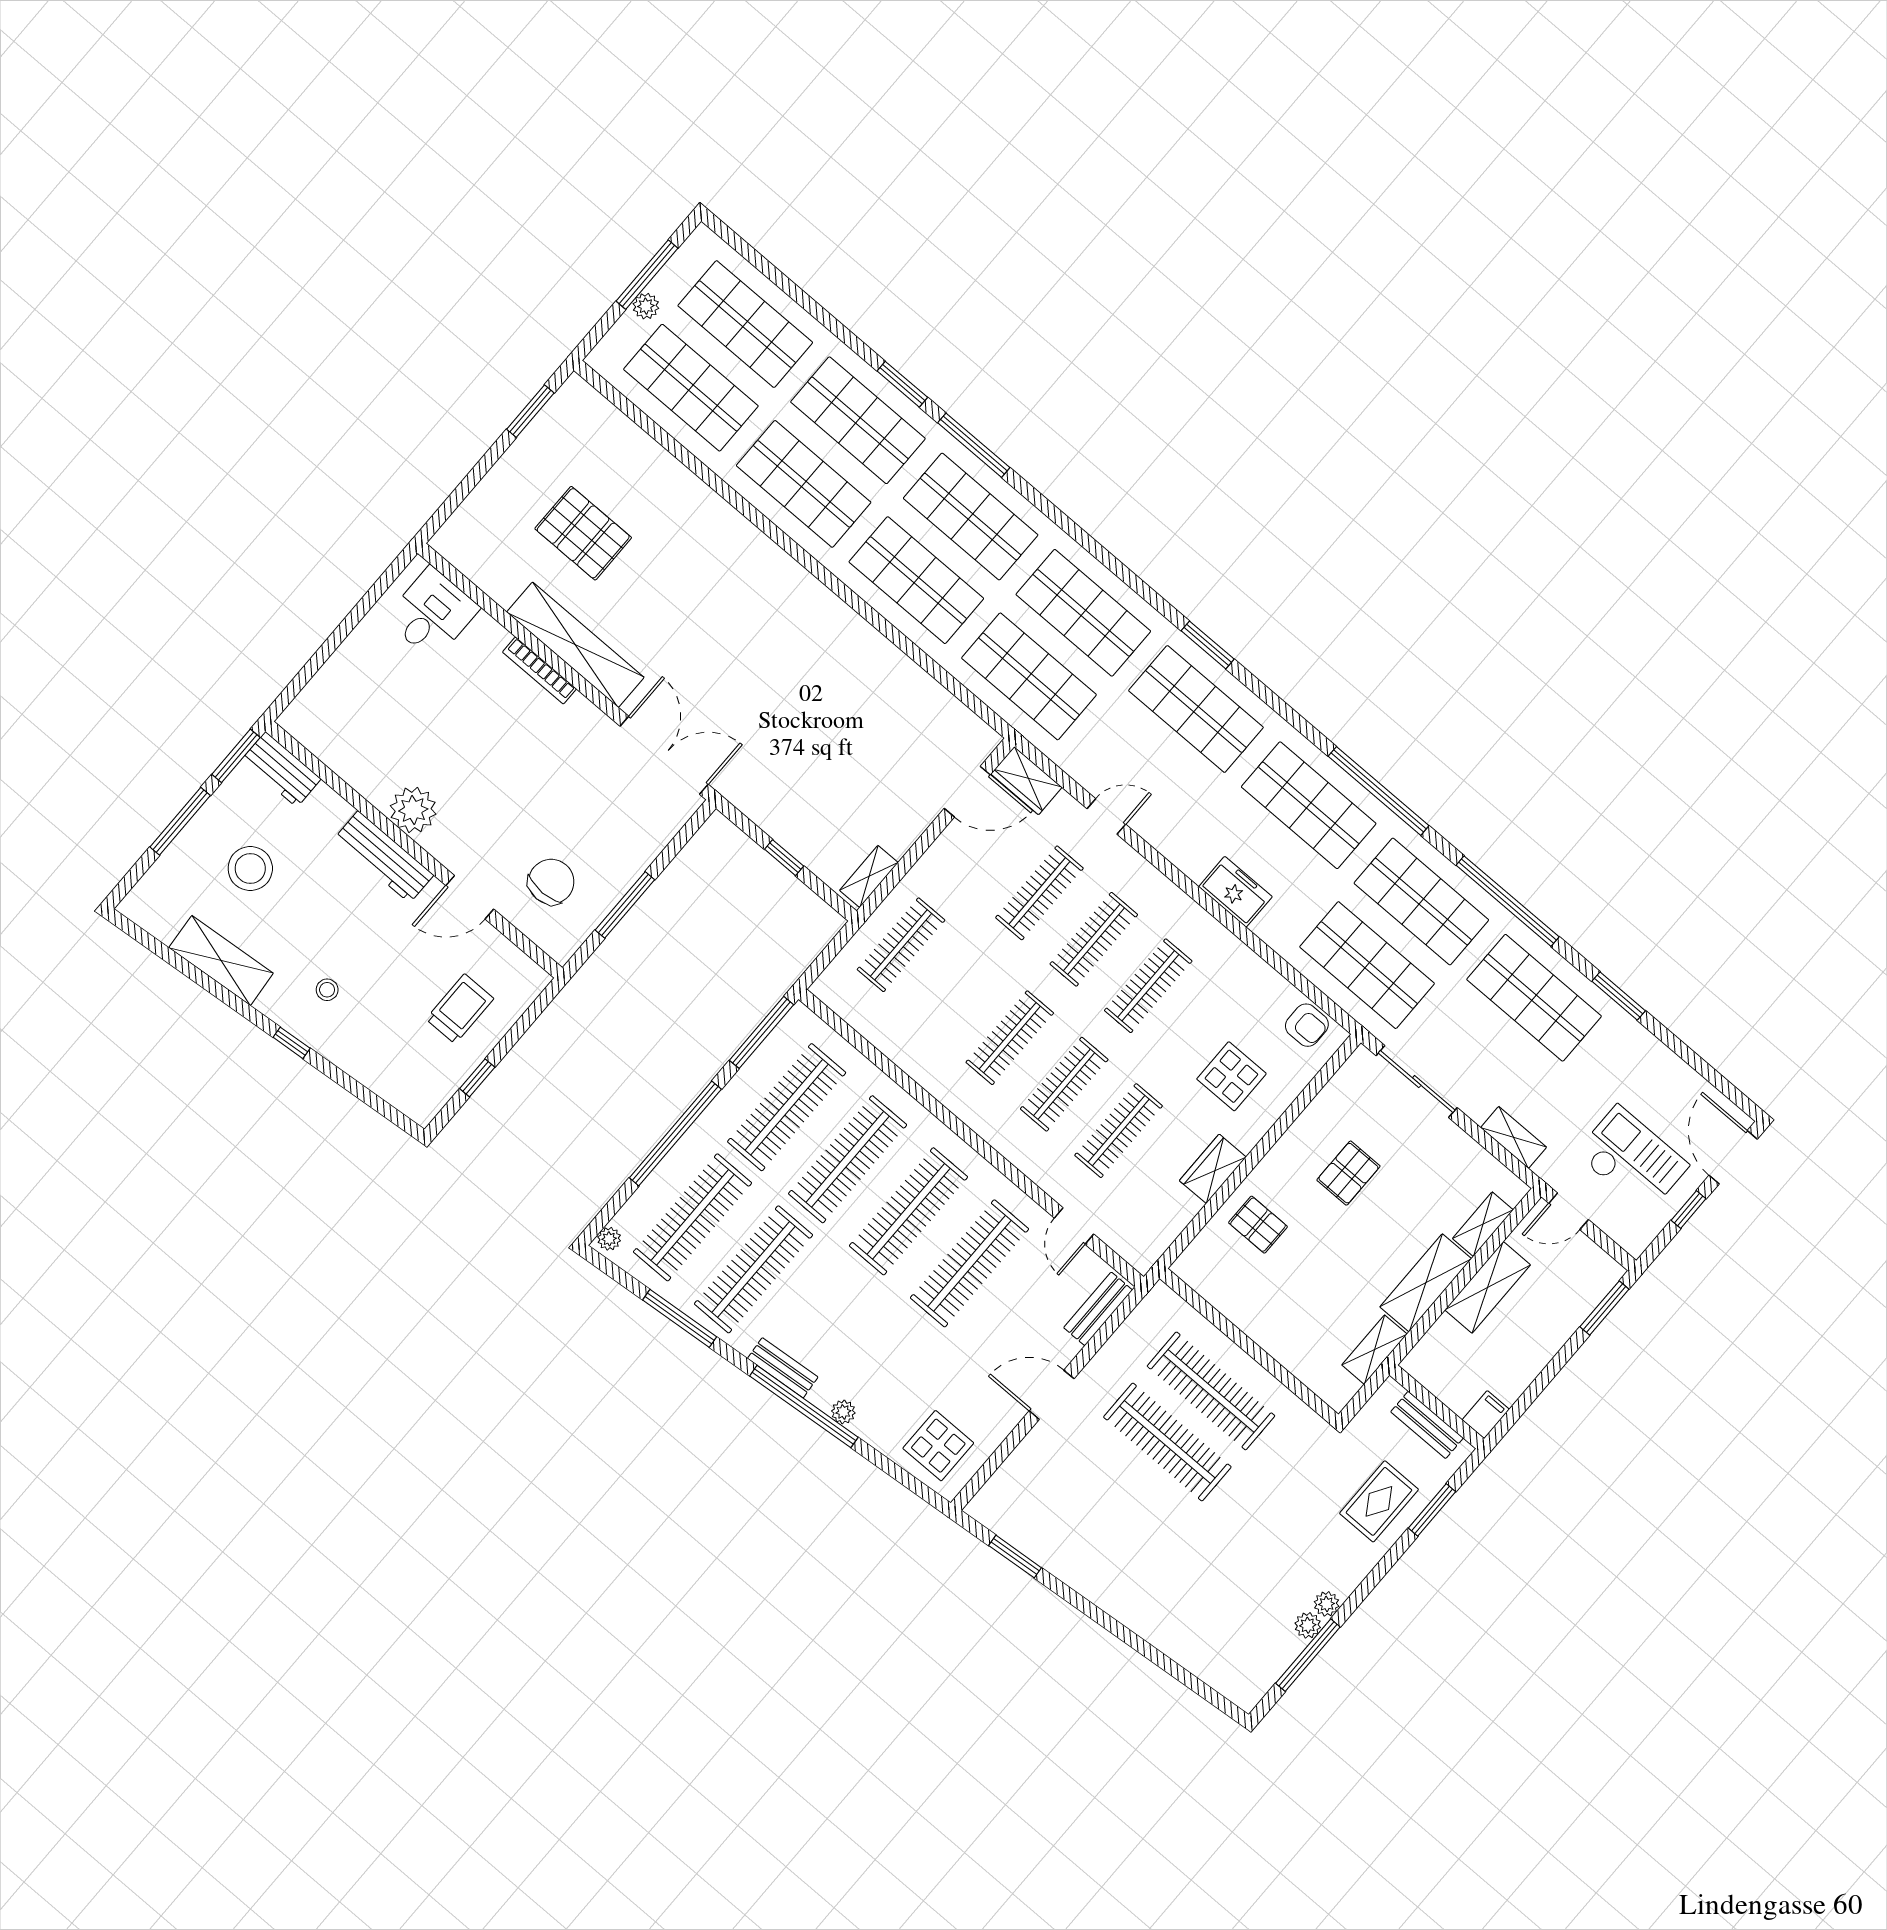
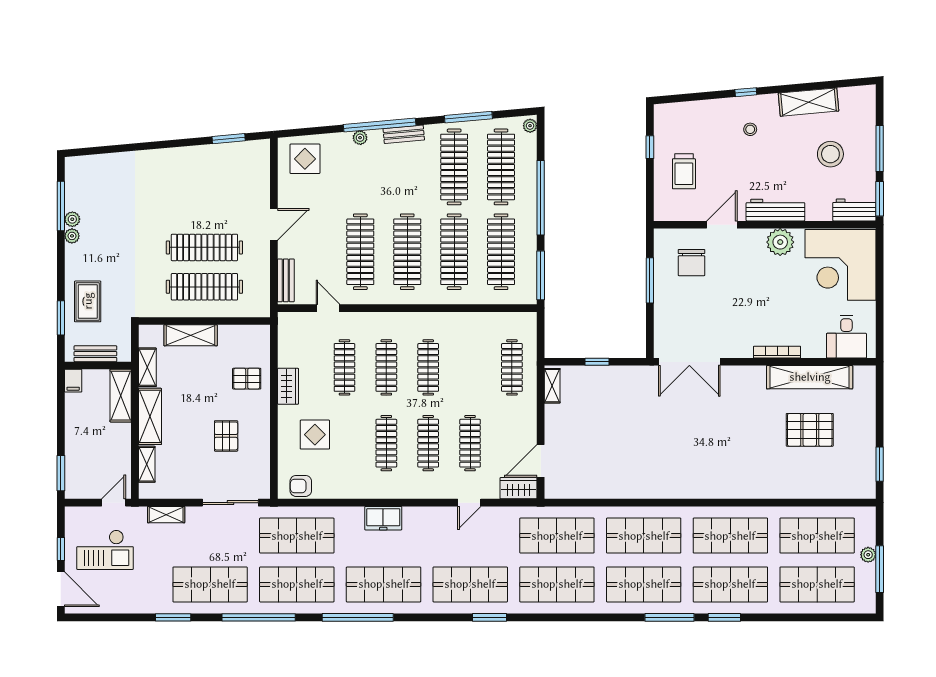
shelving: (575, 645) -> (810, 377), moved
corner desk: (360, 713) -> (840, 265), added
shelving: (1488, 1287) -> (121, 396), moved
shelving: (1283, 1343) -> (191, 335), added

